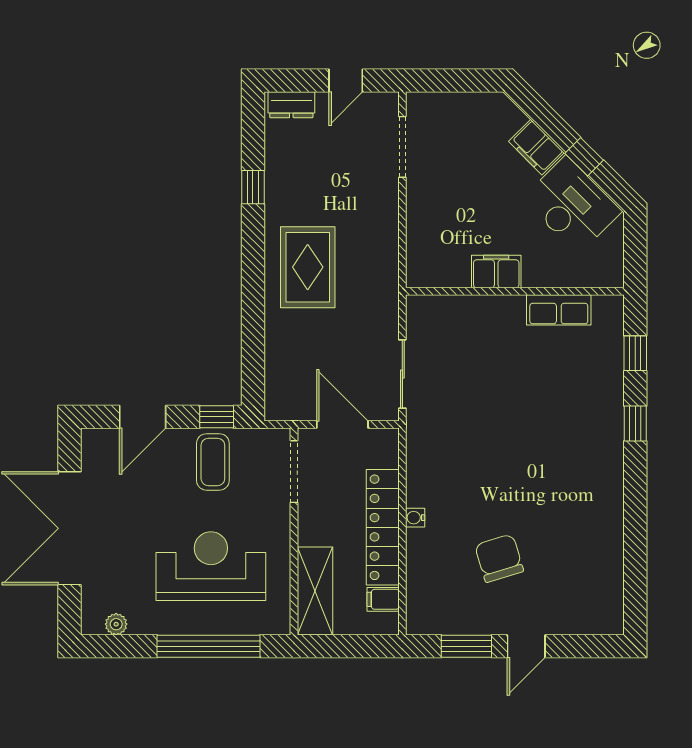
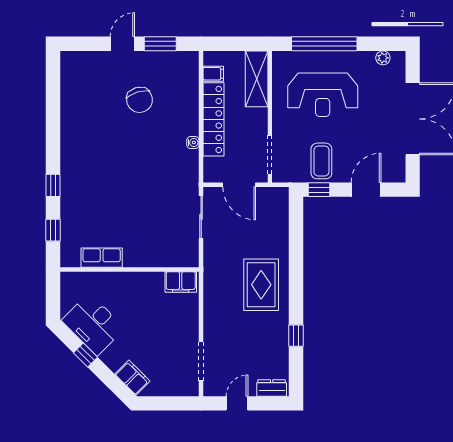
filing cabinet: (536, 147) -> (132, 378), moved
filing cabinet: (496, 271) -> (181, 282), moved
water cooler: (415, 518) -> (193, 143), moved

